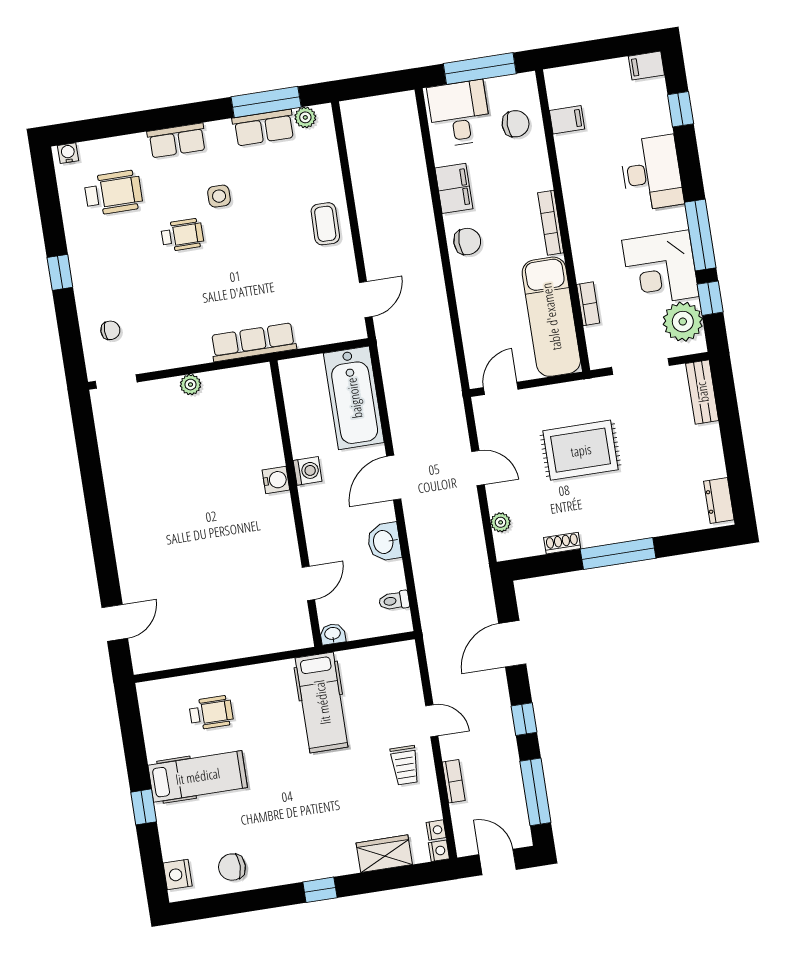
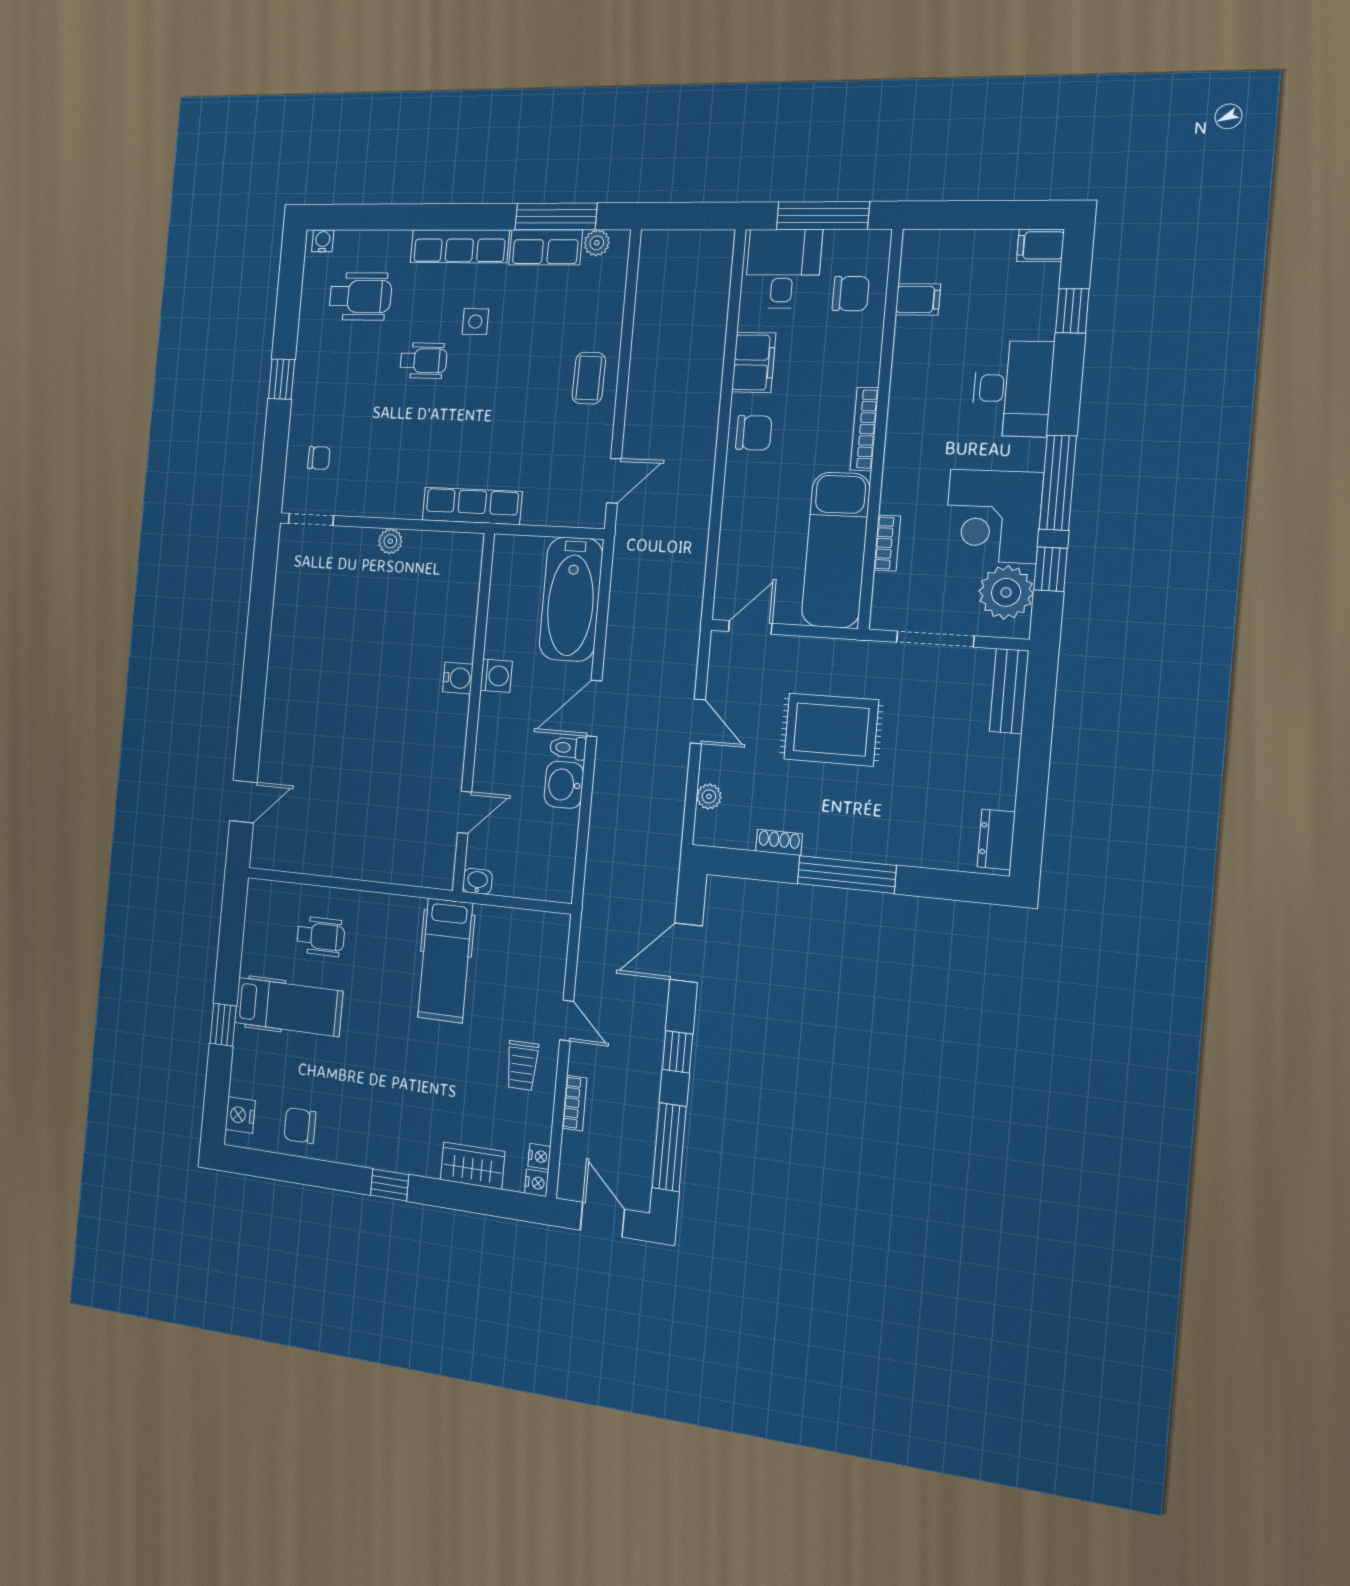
row of seats: (177, 140) -> (460, 246), width x1.48
toilet: (394, 601) -> (568, 748), moved

